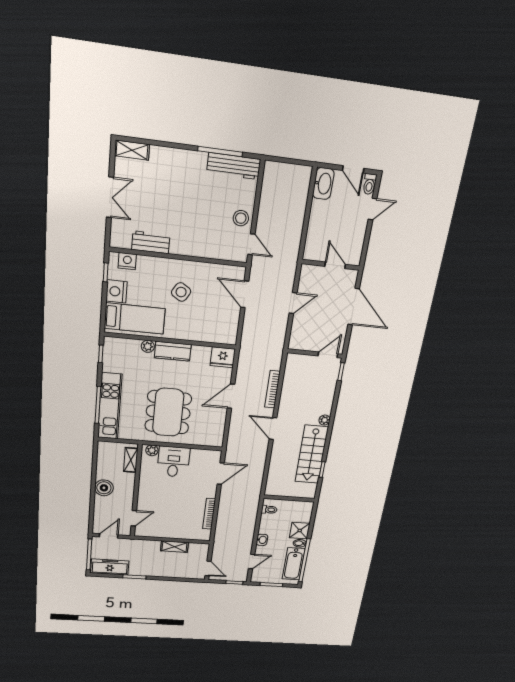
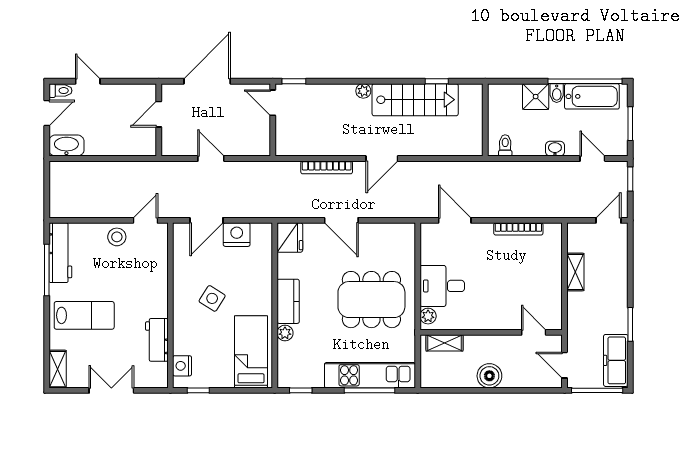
lab bench: (177, 181) -> (84, 315), added
nightstand: (116, 291) -> (237, 235), moved, turned 180

